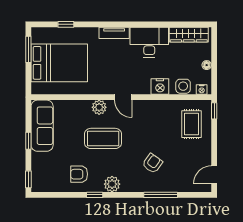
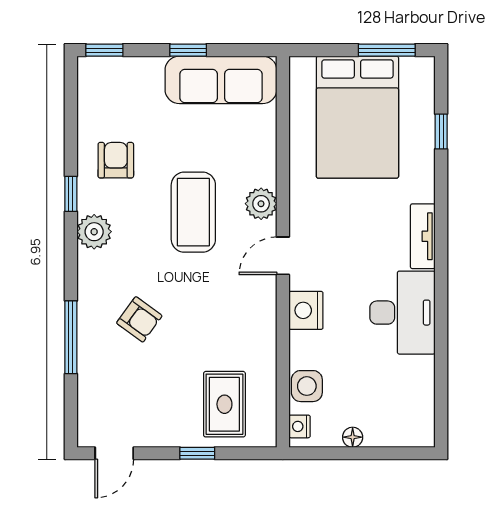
wardrobe: (189, 35) -> (419, 398), removed
nightstand: (160, 87) -> (306, 310), moved
window: (214, 111) -> (197, 453), moved
rug: (191, 124) -> (224, 404), turned 90
door: (214, 175) -> (114, 453), swing flipped

